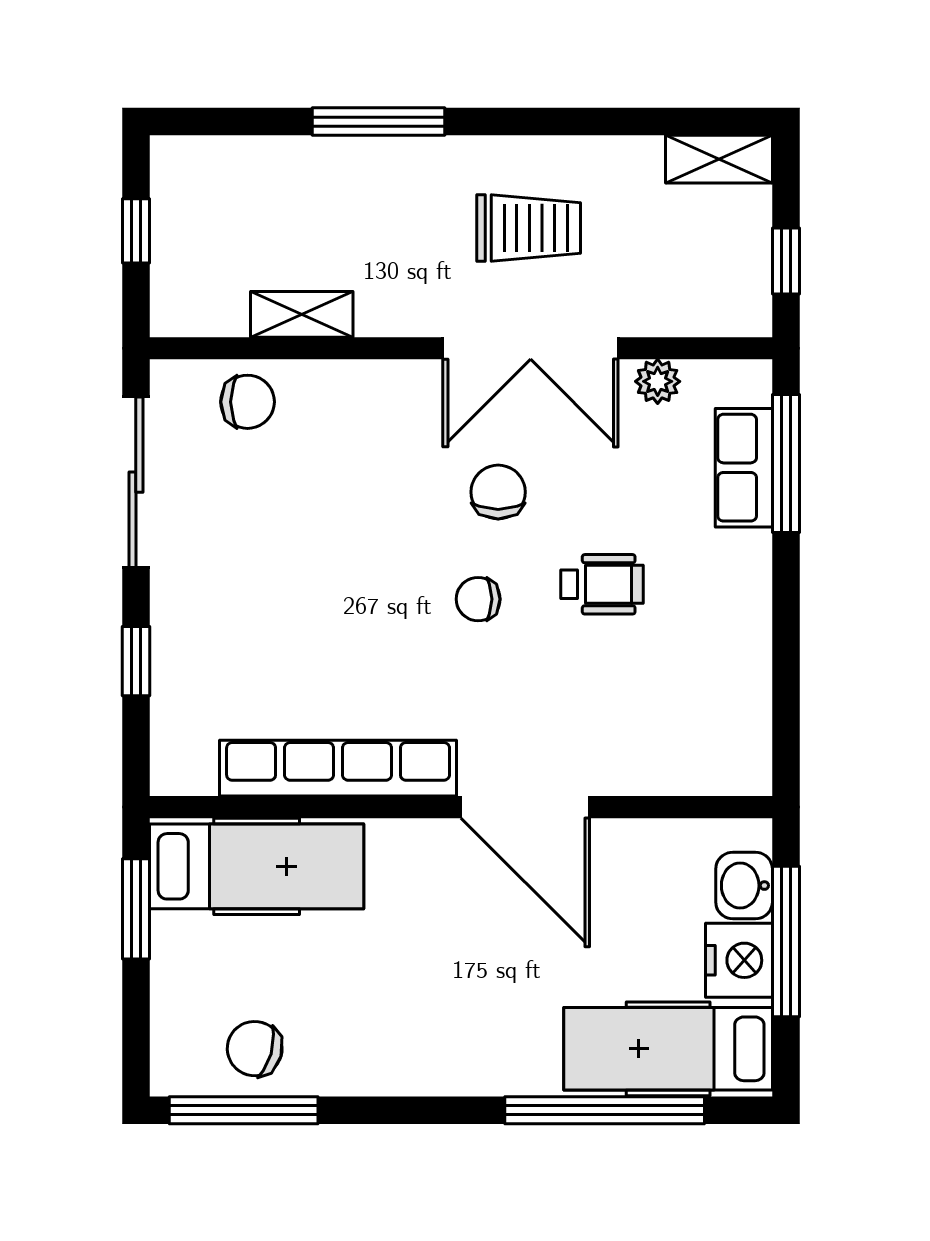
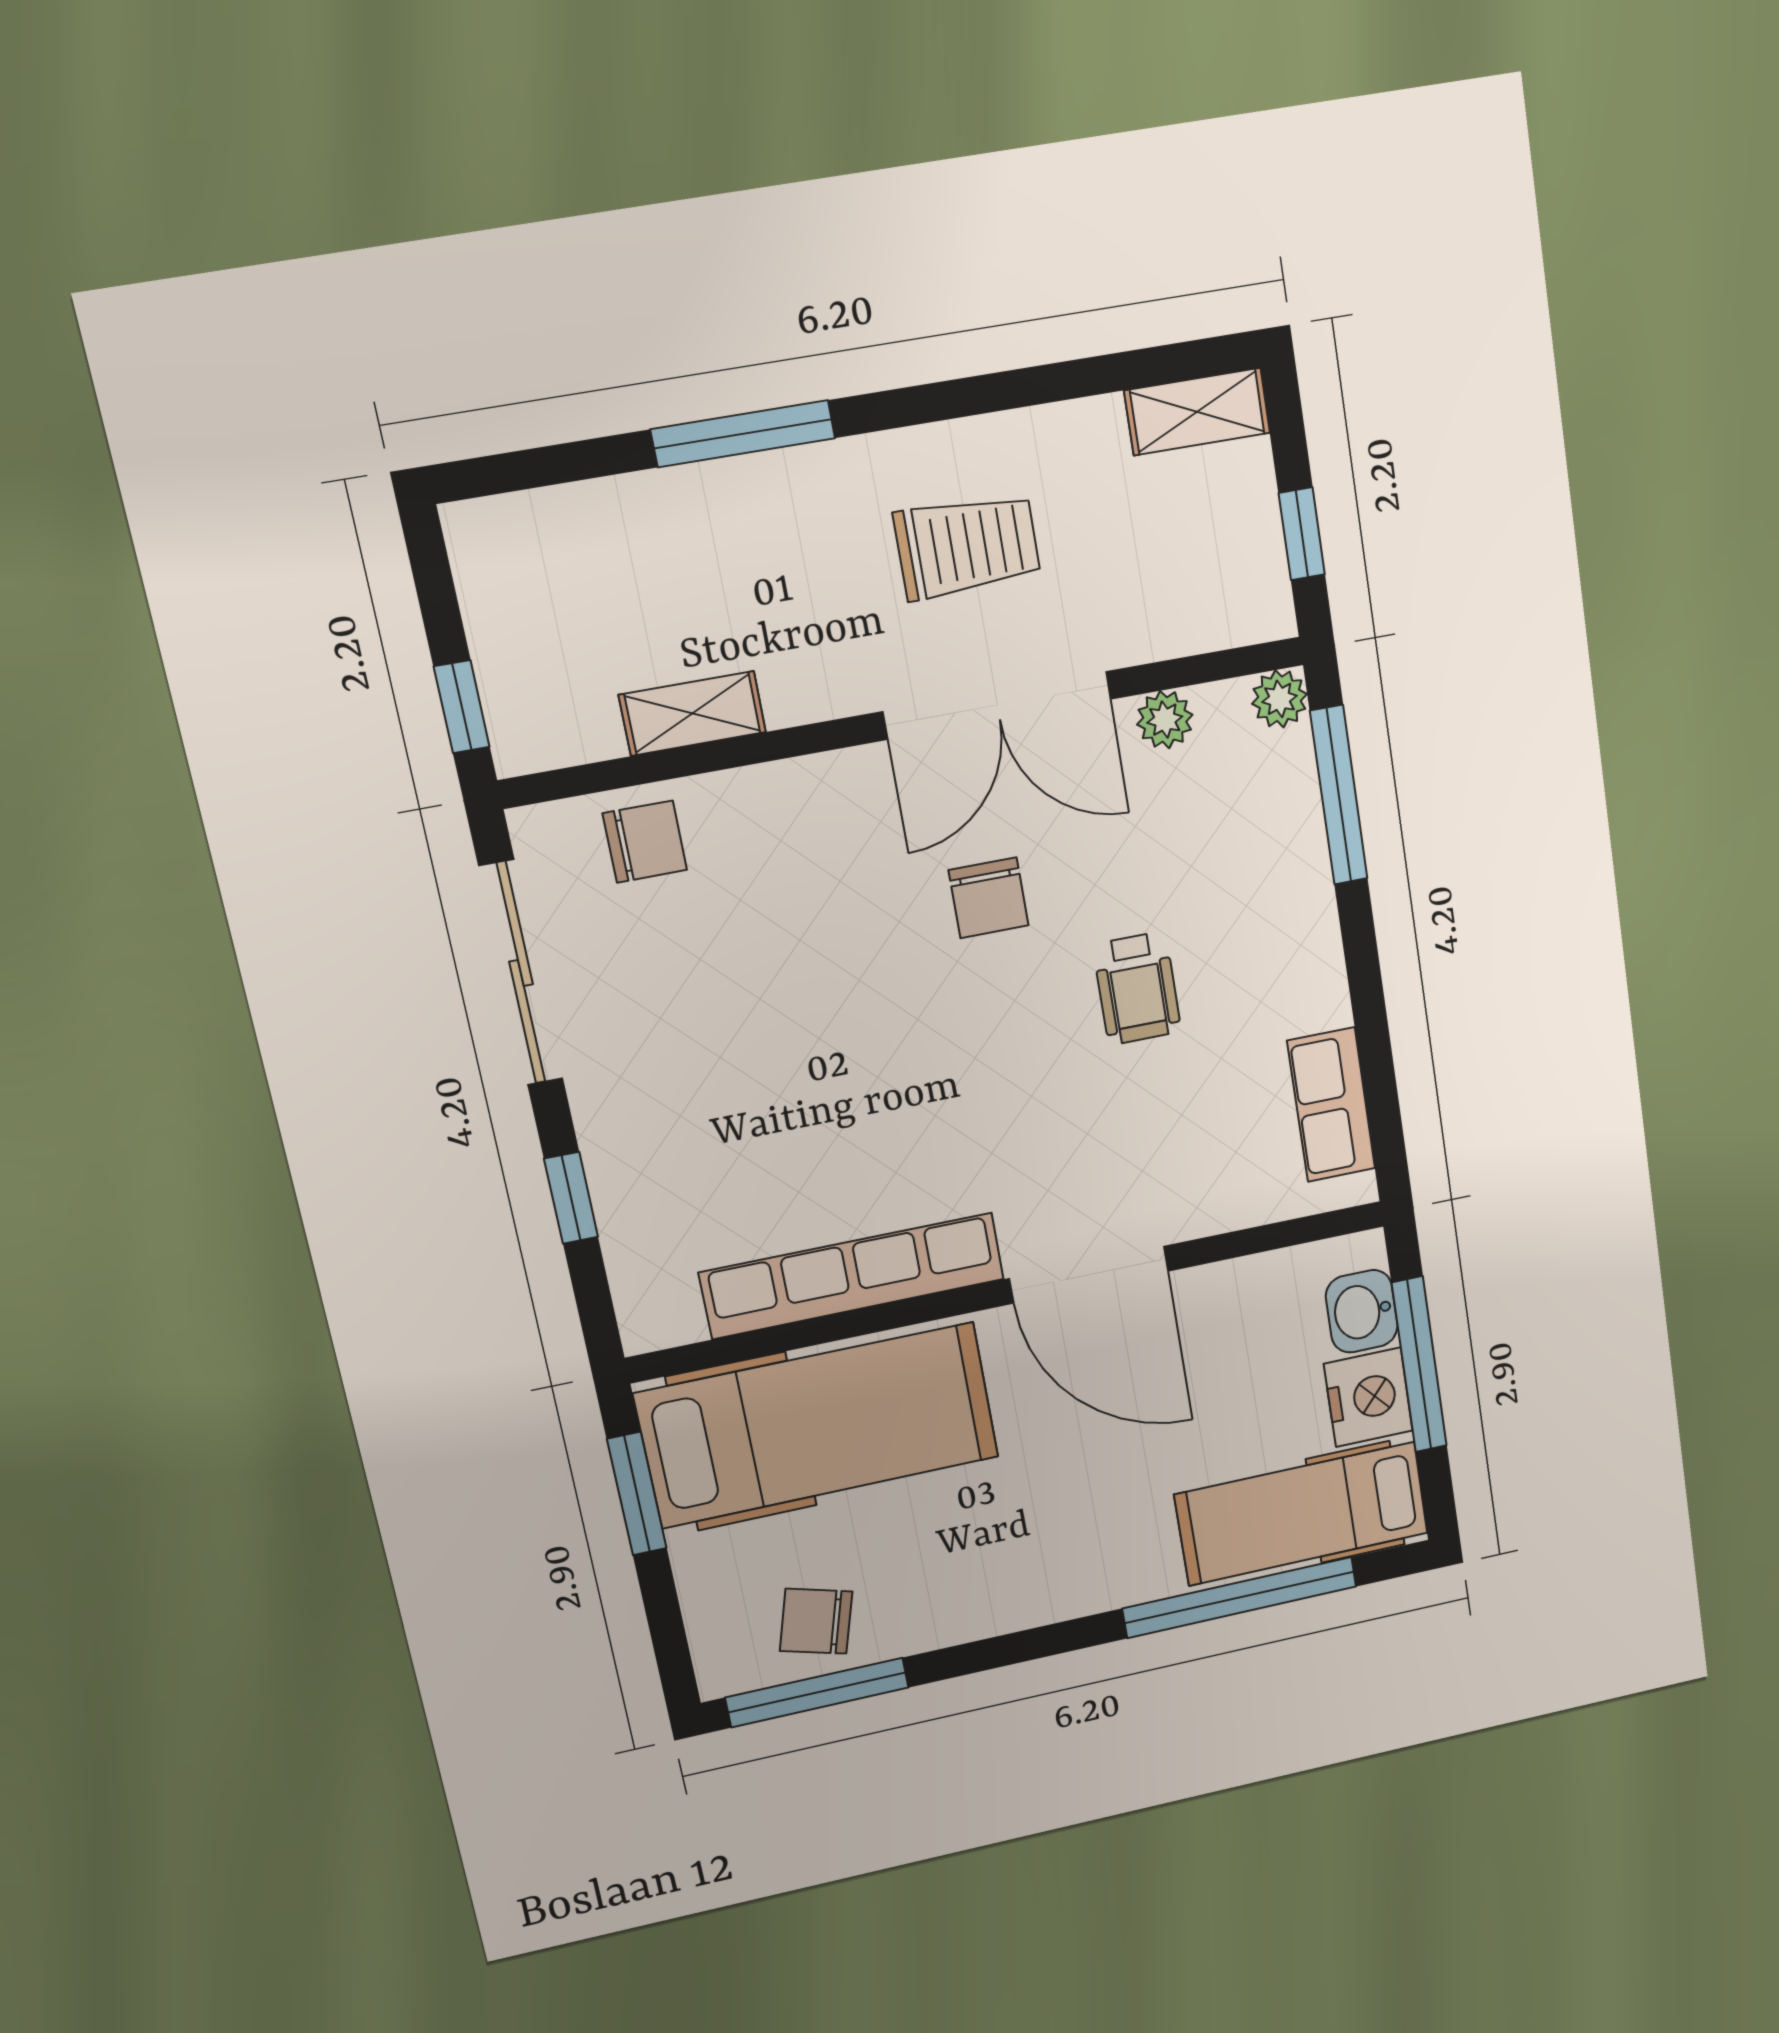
window: (136, 231) -> (462, 707), moved
plant: (750, 382) -> (1279, 699), added
row of seats: (744, 468) -> (1331, 1105), moved
chair: (498, 492) -> (989, 898), turned 180
wheelchair: (602, 584) -> (1137, 988), turned 90
chair: (478, 599) -> (987, 1036), removed
hospital bed: (257, 866) -> (818, 1425), width x1.37, depth x1.29

